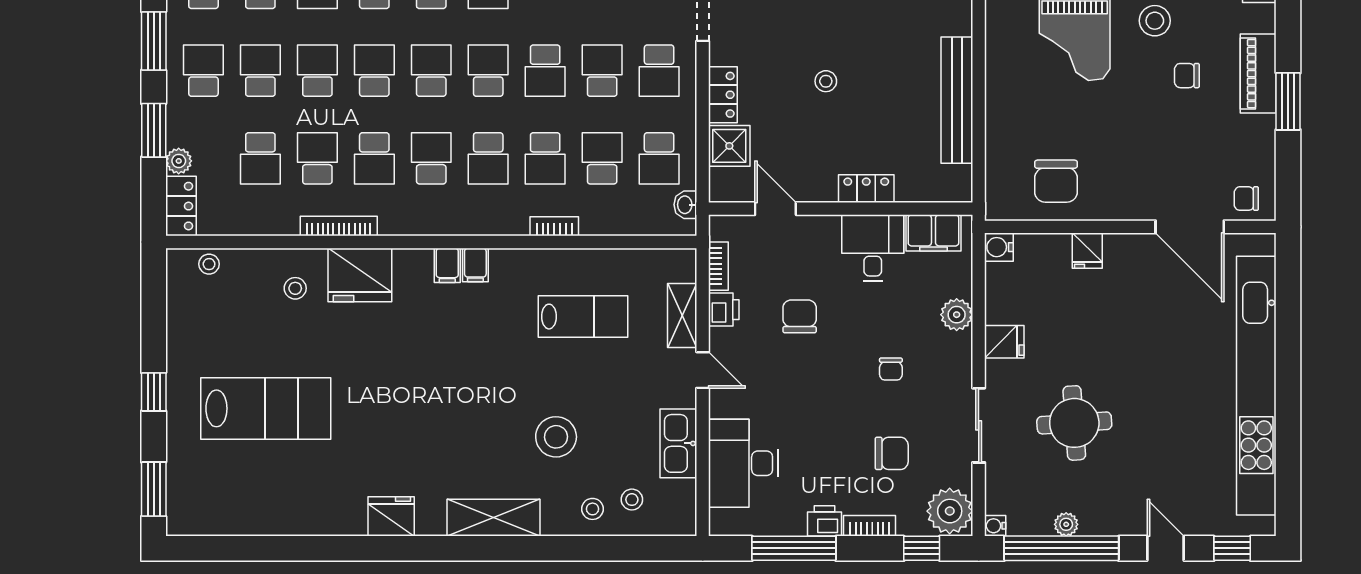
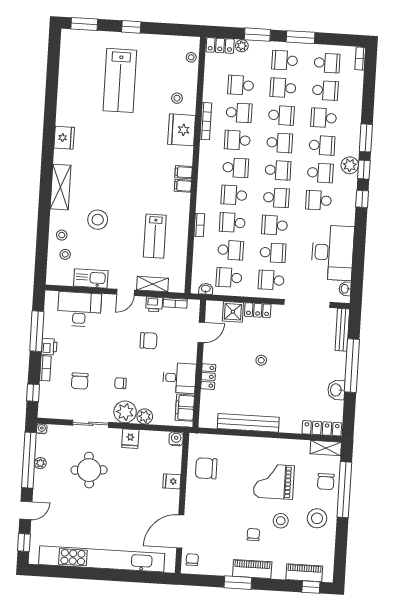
school desk: (203, 71) -> (285, 60), turned 180
school desk: (260, 71) -> (283, 88), turned 180
plant: (950, 511) -> (125, 412), moved

